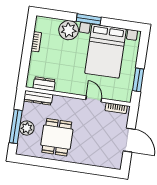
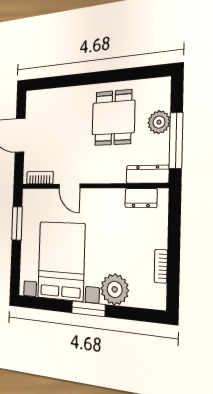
window: (16, 126) -> (176, 140), moved

